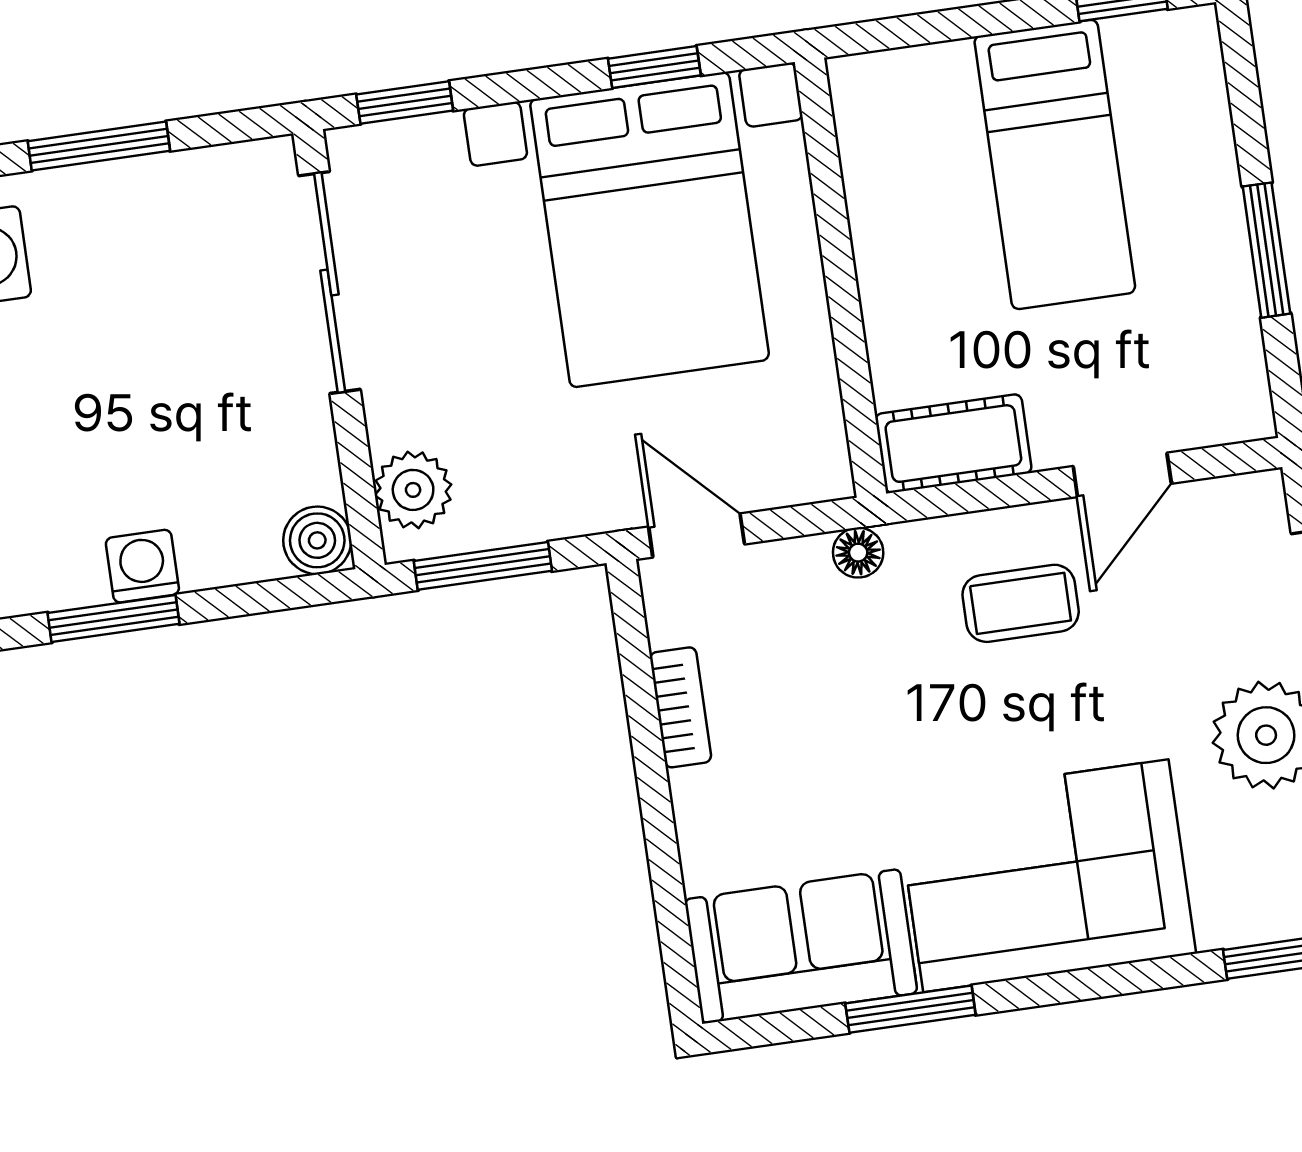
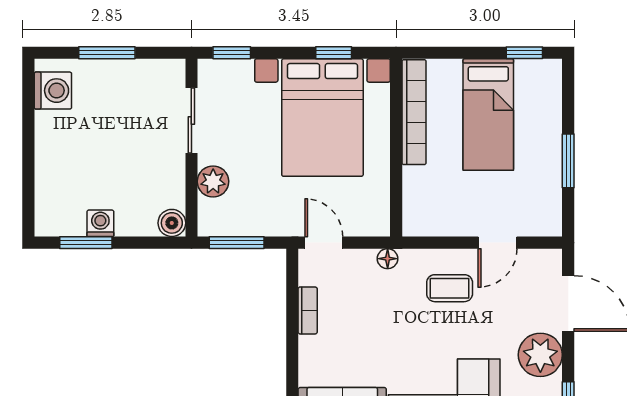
bookcase: (872, 184) -> (414, 112), added
sliding door: (330, 282) -> (191, 121), width x0.73
cot: (953, 444) -> (432, 220), removed
plant: (413, 490) -> (213, 181), moved

